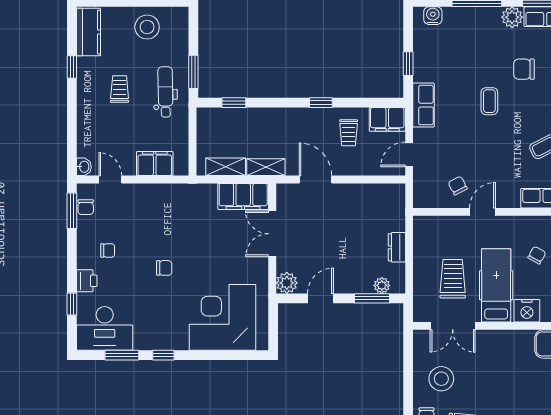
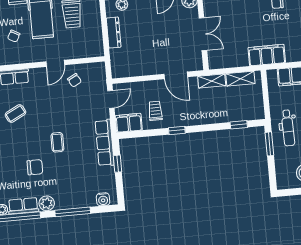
row of seats: (423, 105) -> (105, 143), width x1.48
filing cabinet: (243, 196) -> (267, 55), moved
dresser: (397, 247) -> (114, 33), width x1.44

